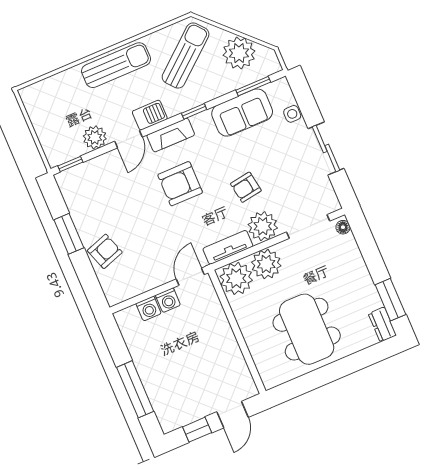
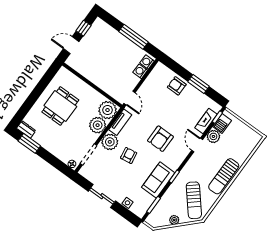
plant: (239, 53) -> (174, 220), width x0.53, depth x0.53
sofa: (242, 113) -> (158, 180), moved
barbecue: (150, 115) -> (222, 123), moved
fireplace: (171, 135) -> (206, 121), moved
armchair: (180, 184) -> (160, 139), turned 180
armchair: (105, 251) -> (177, 86), turned 109
washing machine: (168, 300) -> (147, 62), moved
dining table: (307, 329) -> (60, 106), width x0.73
window: (135, 389) -> (133, 37), moved
door: (233, 415) -> (71, 45), hinge flipped

